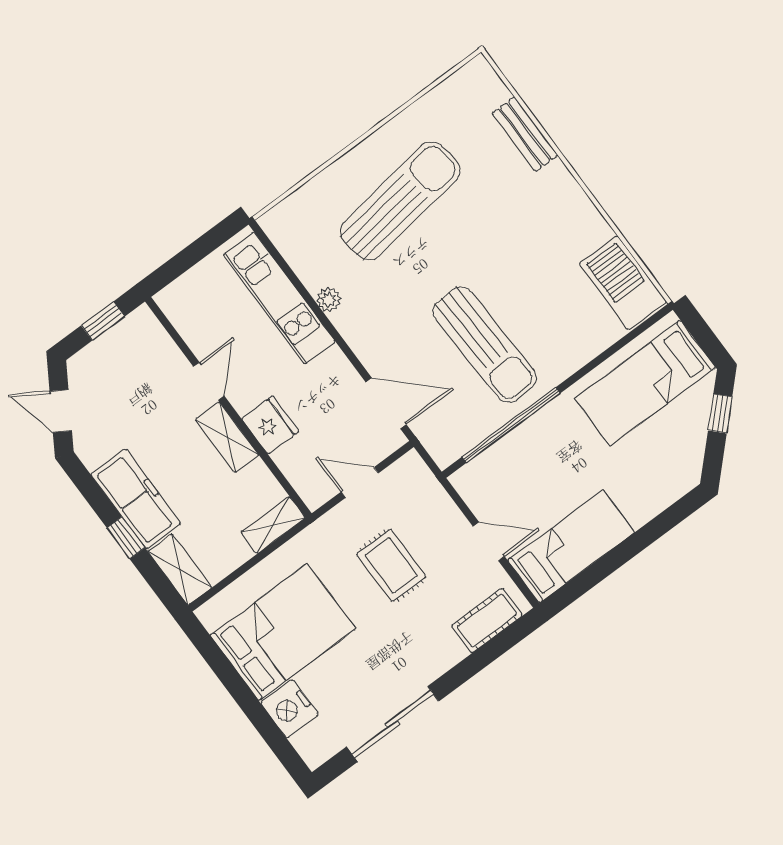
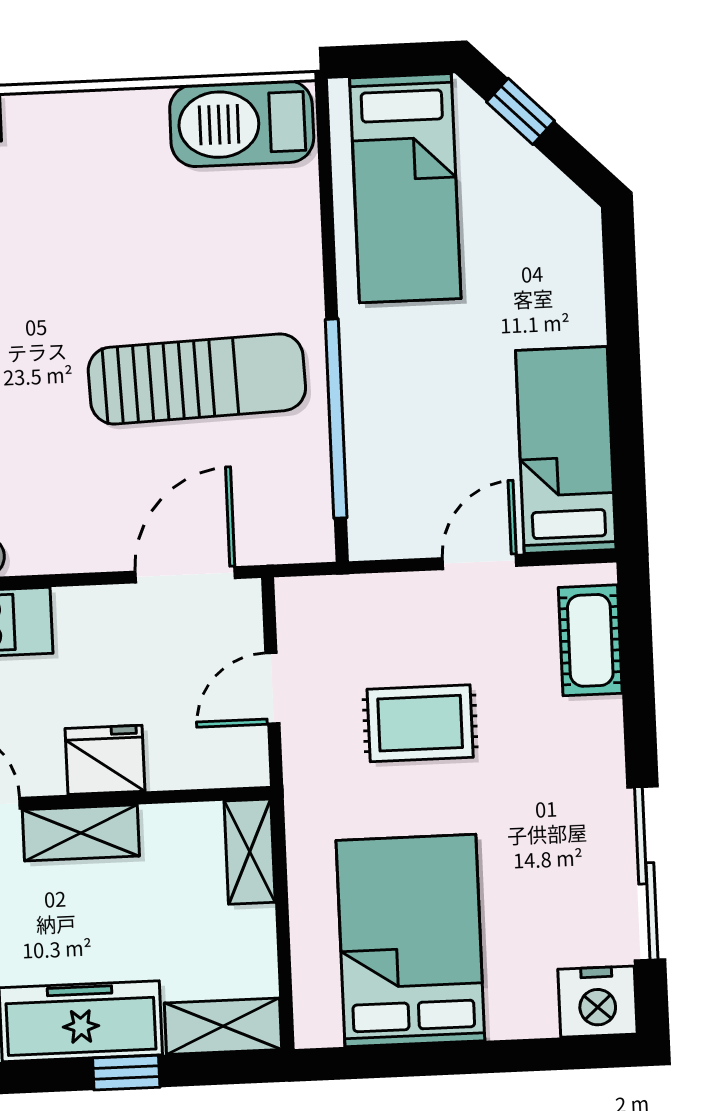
nightstand: (289, 709) -> (597, 1002), moved

